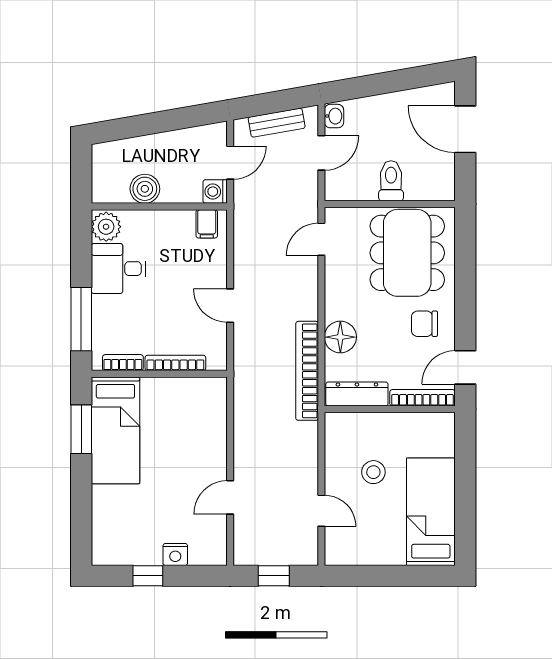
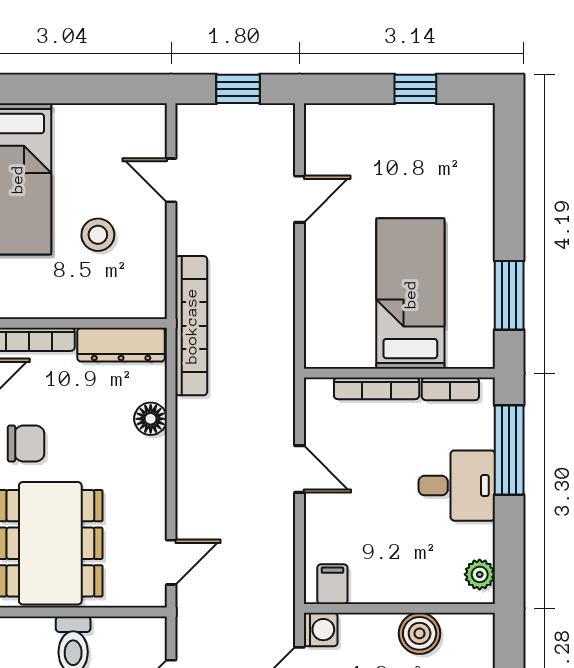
plant: (106, 227) -> (480, 574), width x0.73, depth x0.73
desk: (118, 269) -> (457, 486), moved
floor lamp: (340, 337) -> (151, 419), width x0.73, depth x0.73
bookcase: (307, 371) -> (191, 326), moved
bed: (115, 430) -> (410, 294), moved
nightstand: (175, 555) -> (377, 119), removed

